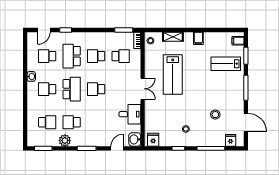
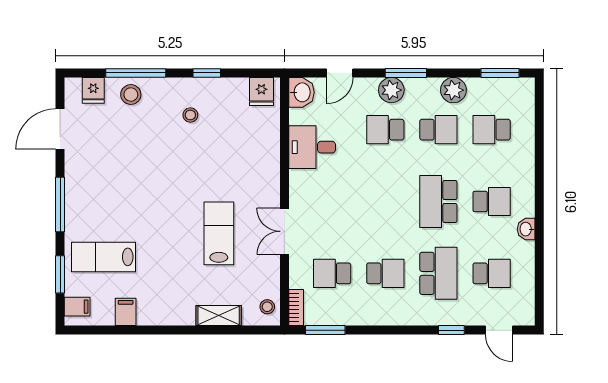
door: (44, 30) -> (499, 330), swing flipped
filing cabinet: (198, 38) -> (126, 312), moved
lab bench: (226, 64) -> (104, 257), turned 180
lab bench: (173, 75) -> (219, 233), width x0.73, depth x0.72
school desk: (96, 89) -> (385, 130), moved, turned 180
double door: (143, 89) -> (284, 231), moved
stool: (215, 115) -> (131, 95), moved
door: (246, 123) -> (60, 129), hinge flipped
plant: (93, 140) -> (391, 90), added

